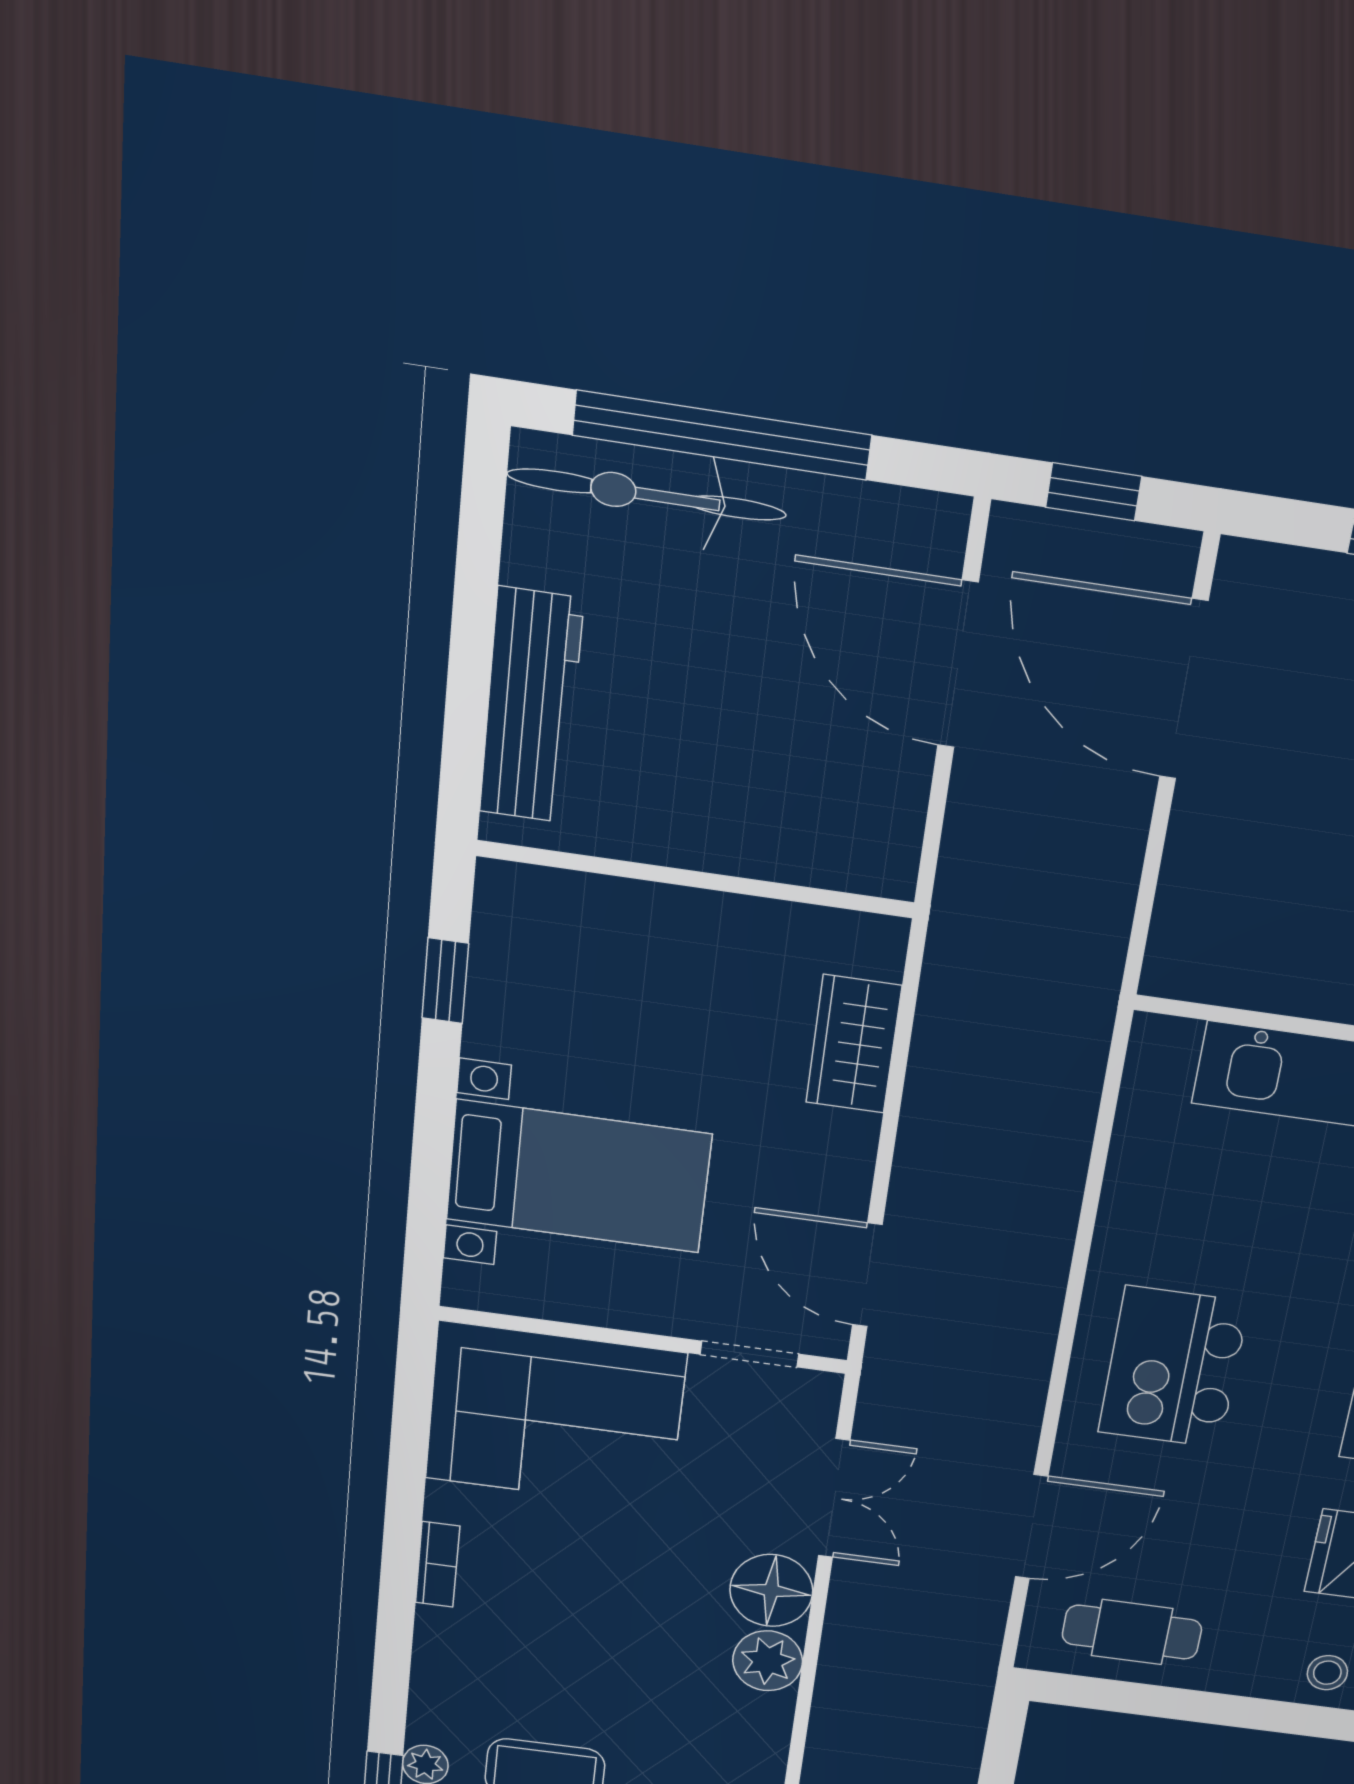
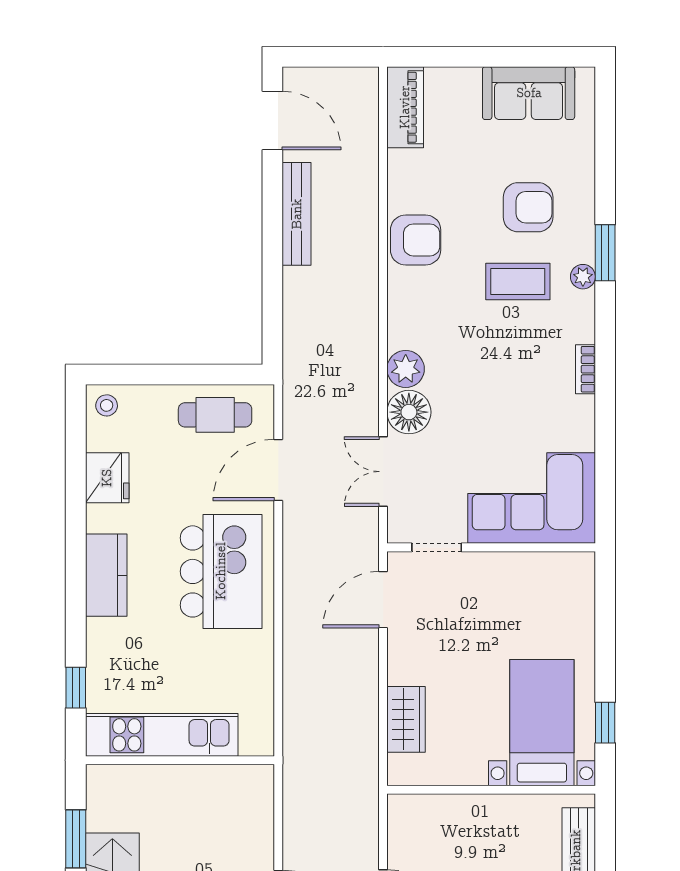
bed with nightstands: (579, 1177) -> (542, 723), moved, turned 90
door: (867, 1275) -> (383, 600), swing flipped
kitchen island: (1173, 1367) -> (221, 571), width x1.37, depth x1.28
bookcase: (438, 1564) -> (585, 369), moved

